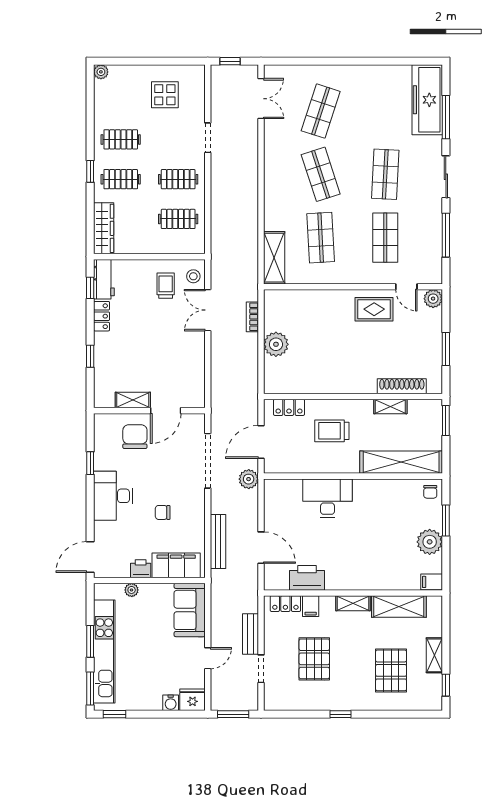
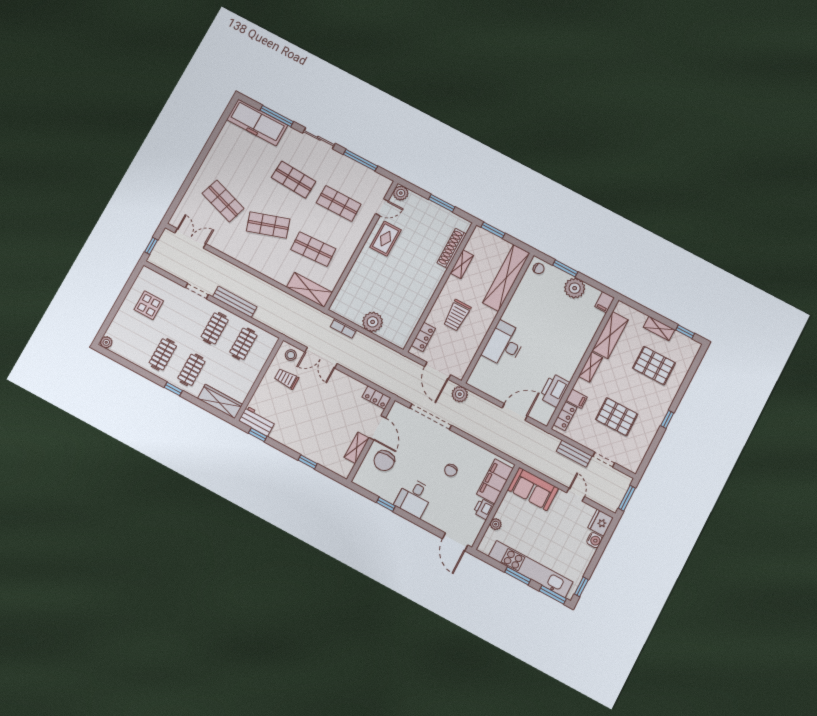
locker: (102, 316) -> (376, 398), moved, turned 180
chair: (135, 437) -> (384, 461), turned -90
desk: (113, 496) -> (414, 498), width x0.73
bench: (218, 542) -> (235, 302), moved

